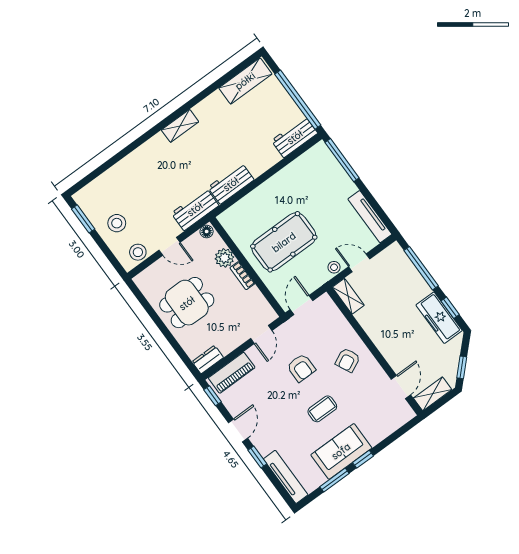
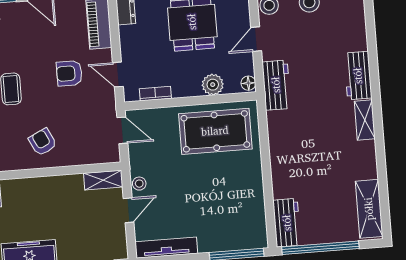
workbench: (231, 184) -> (358, 76), moved, turned 180
pool table: (284, 242) -> (215, 131), moved, turned 90
bookcase: (242, 276) -> (155, 94), moved
armchair: (301, 368) -> (69, 73), moved

